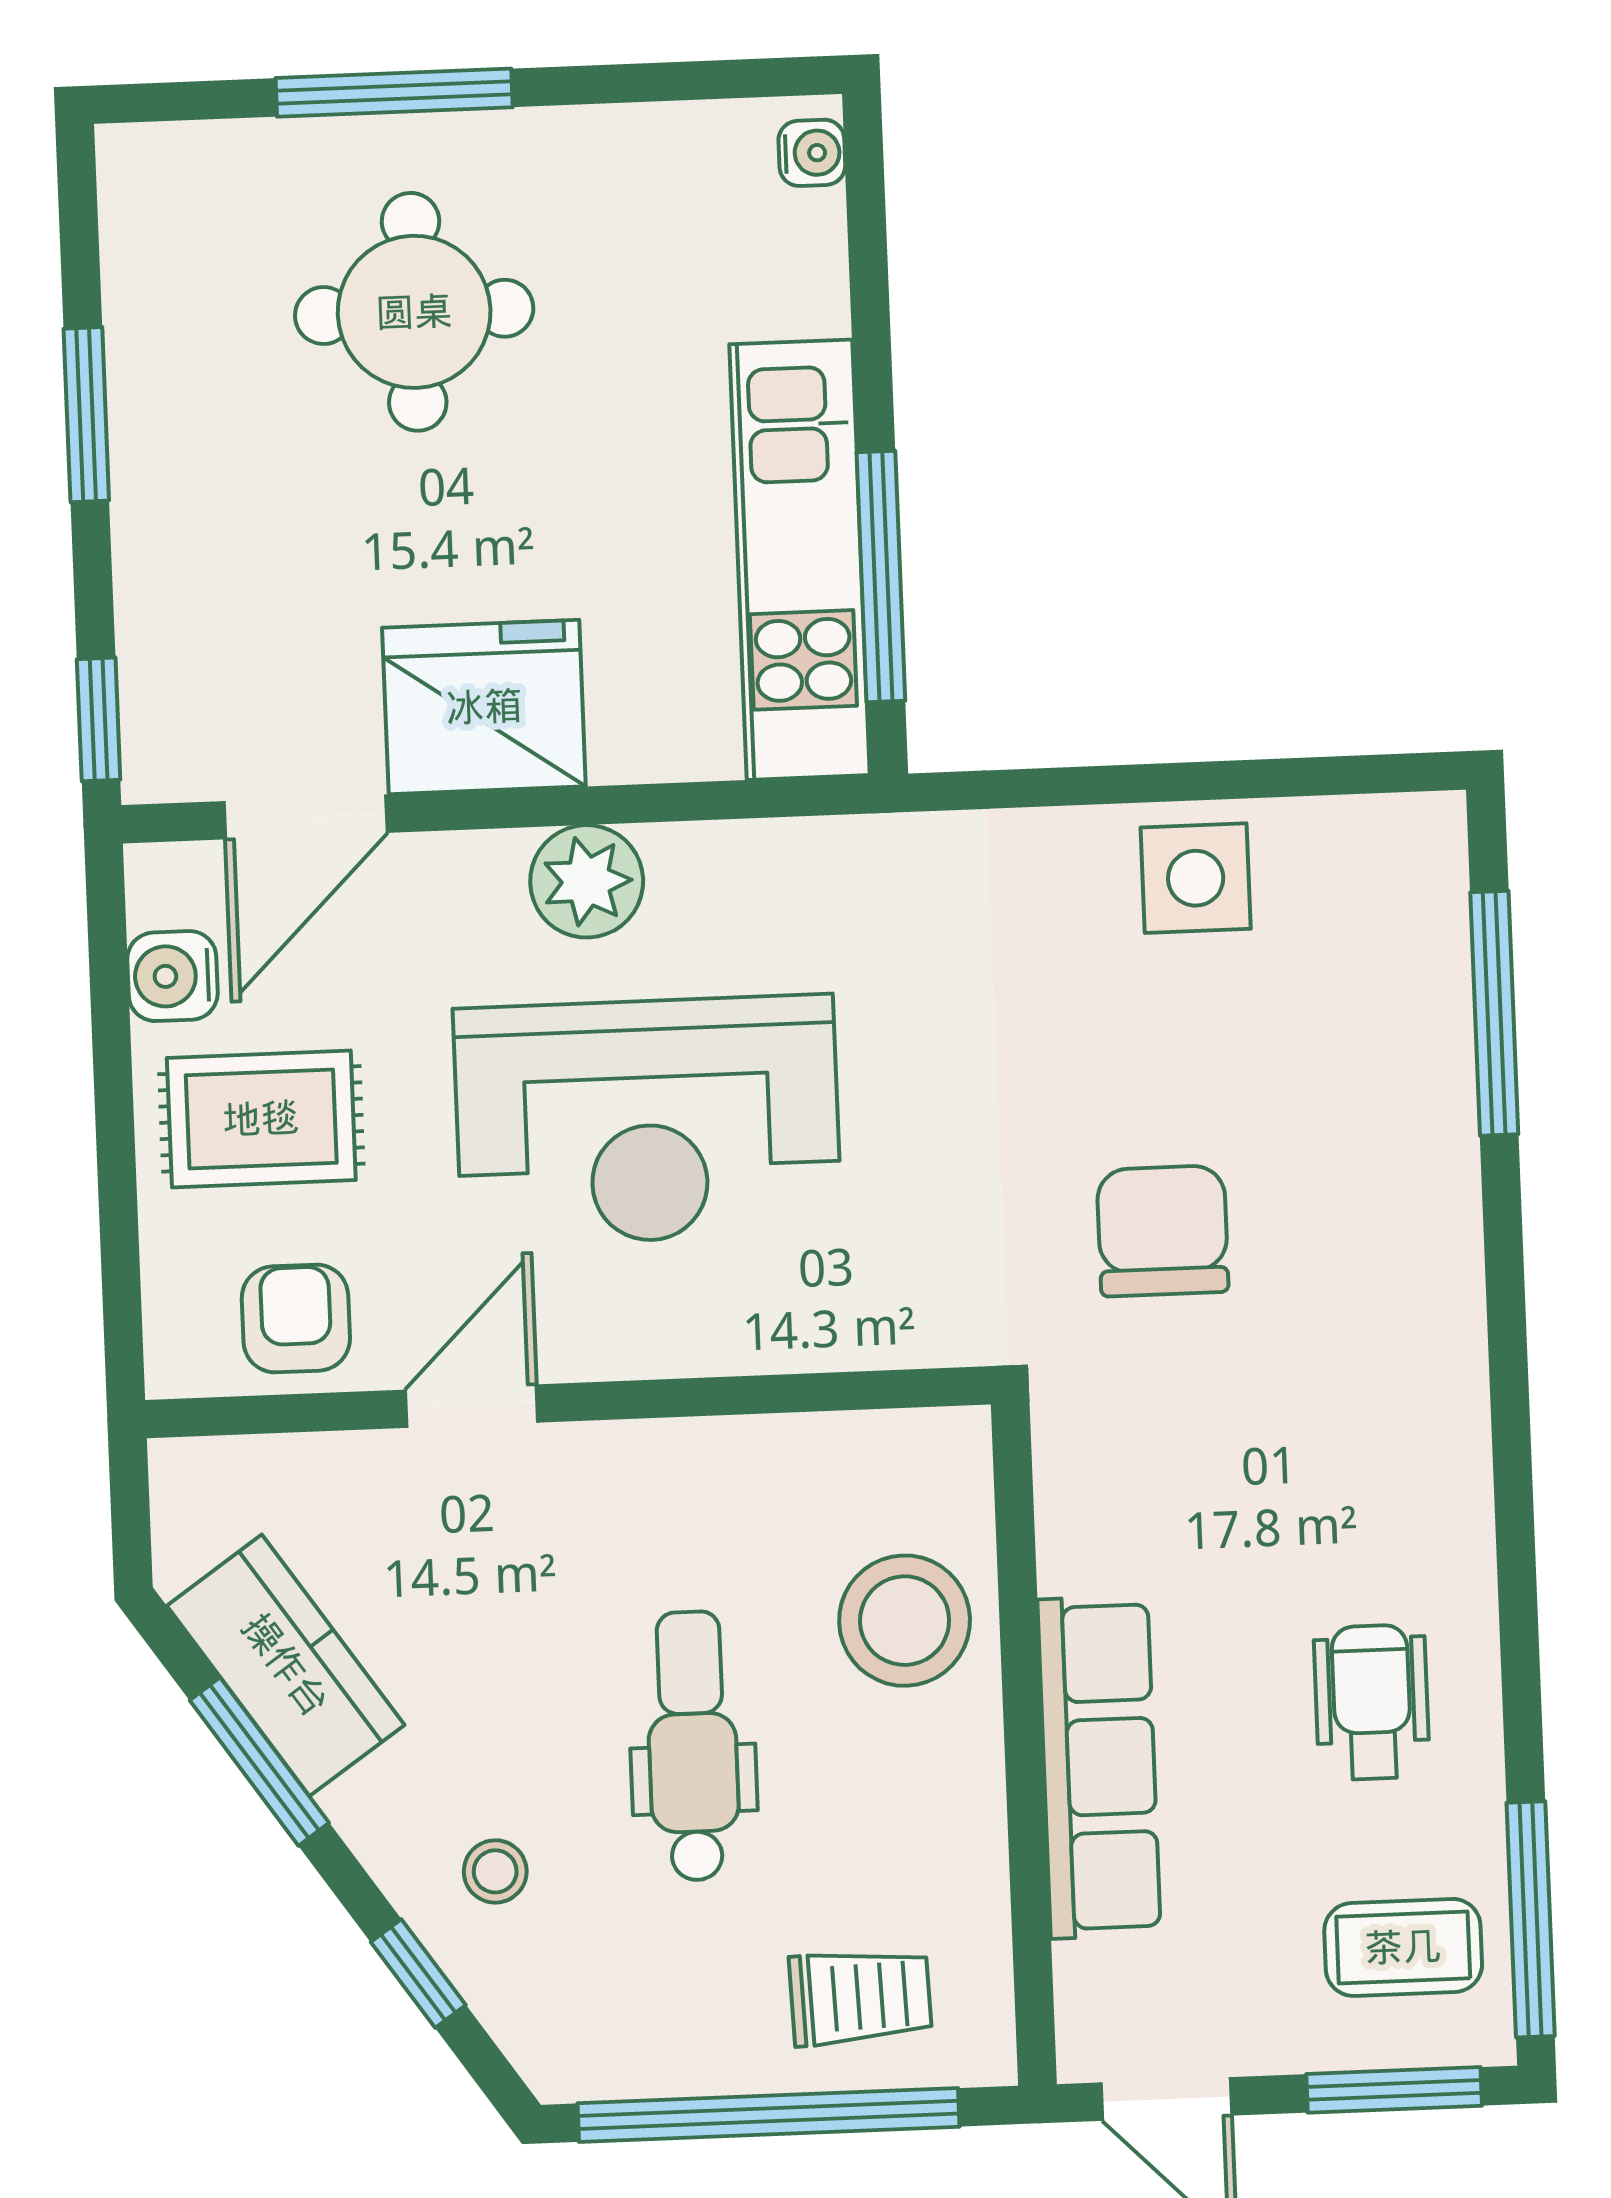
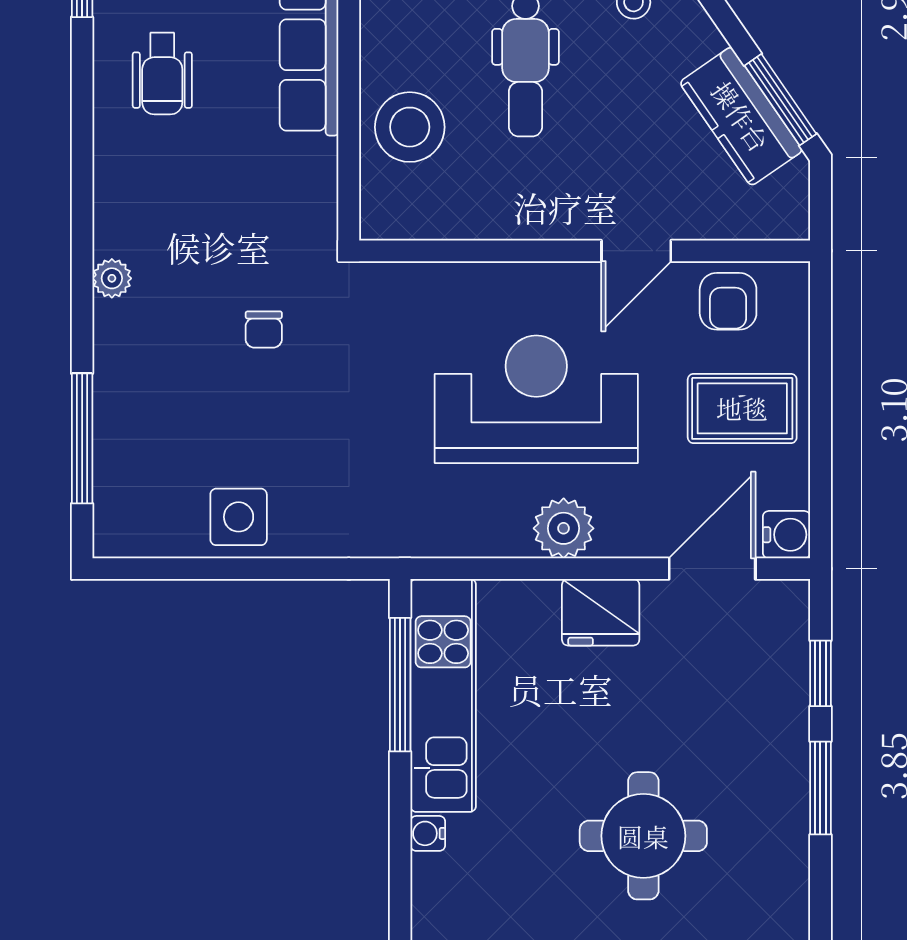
water cooler: (812, 153) -> (428, 833), moved
fridge: (484, 707) -> (601, 612), width x0.73, depth x0.75
window: (99, 719) -> (820, 673), moved
water cooler: (173, 976) -> (787, 535), moved
chair: (1163, 1231) -> (264, 329), width x0.54, depth x0.54
plant: (1451, 1315) -> (112, 278), added
window: (259, 1762) -> (781, 100), moved

